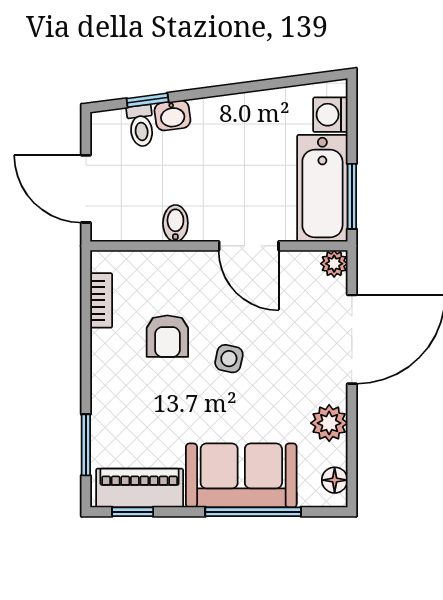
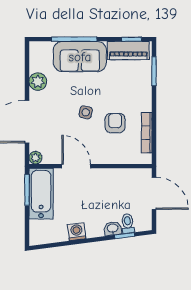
washing machine: (330, 115) -> (77, 232), moved, turned -97
bidet: (175, 223) -> (111, 177), removed
bookcase: (101, 300) -> (147, 133), width x1.56
floor lamp: (335, 480) -> (35, 54), removed

